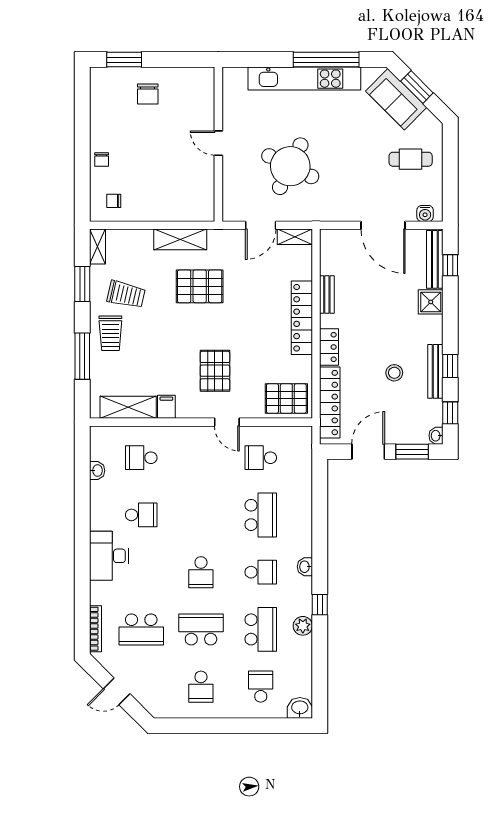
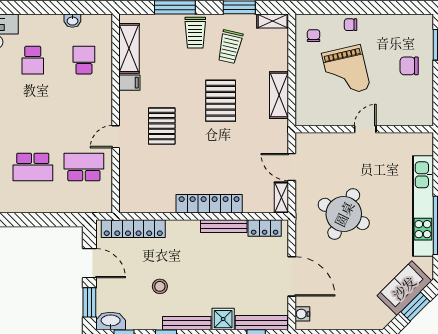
cafe table: (411, 159) -> (351, 301), removed
grand piano: (153, 165) -> (346, 71), added
round table: (290, 166) -> (344, 214), moved
door: (383, 225) -> (292, 276), swing flipped
pallet: (200, 286) -> (221, 101), moved
bench: (327, 294) -> (224, 226), width x1.36
trolley: (110, 333) -> (195, 33), turned -90
locker: (329, 347) -> (265, 228), moved
pallet: (215, 371) -> (162, 126), turned 90
bench: (435, 371) -> (187, 323), moved
pallet: (286, 398) -> (137, 190), removed
washbasin: (436, 436) -> (111, 321), width x1.91, depth x1.45
school desk: (261, 458) -> (84, 167), width x1.85

